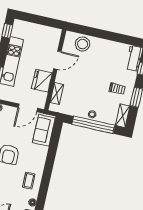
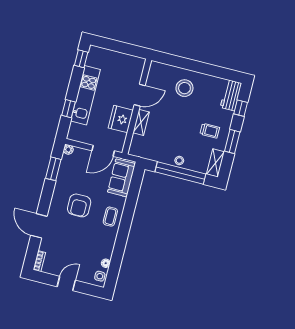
stool: (83, 44) -> (184, 88), moved
shelving: (57, 94) -> (141, 122), moved
coffee table: (29, 181) -> (110, 217), moved

